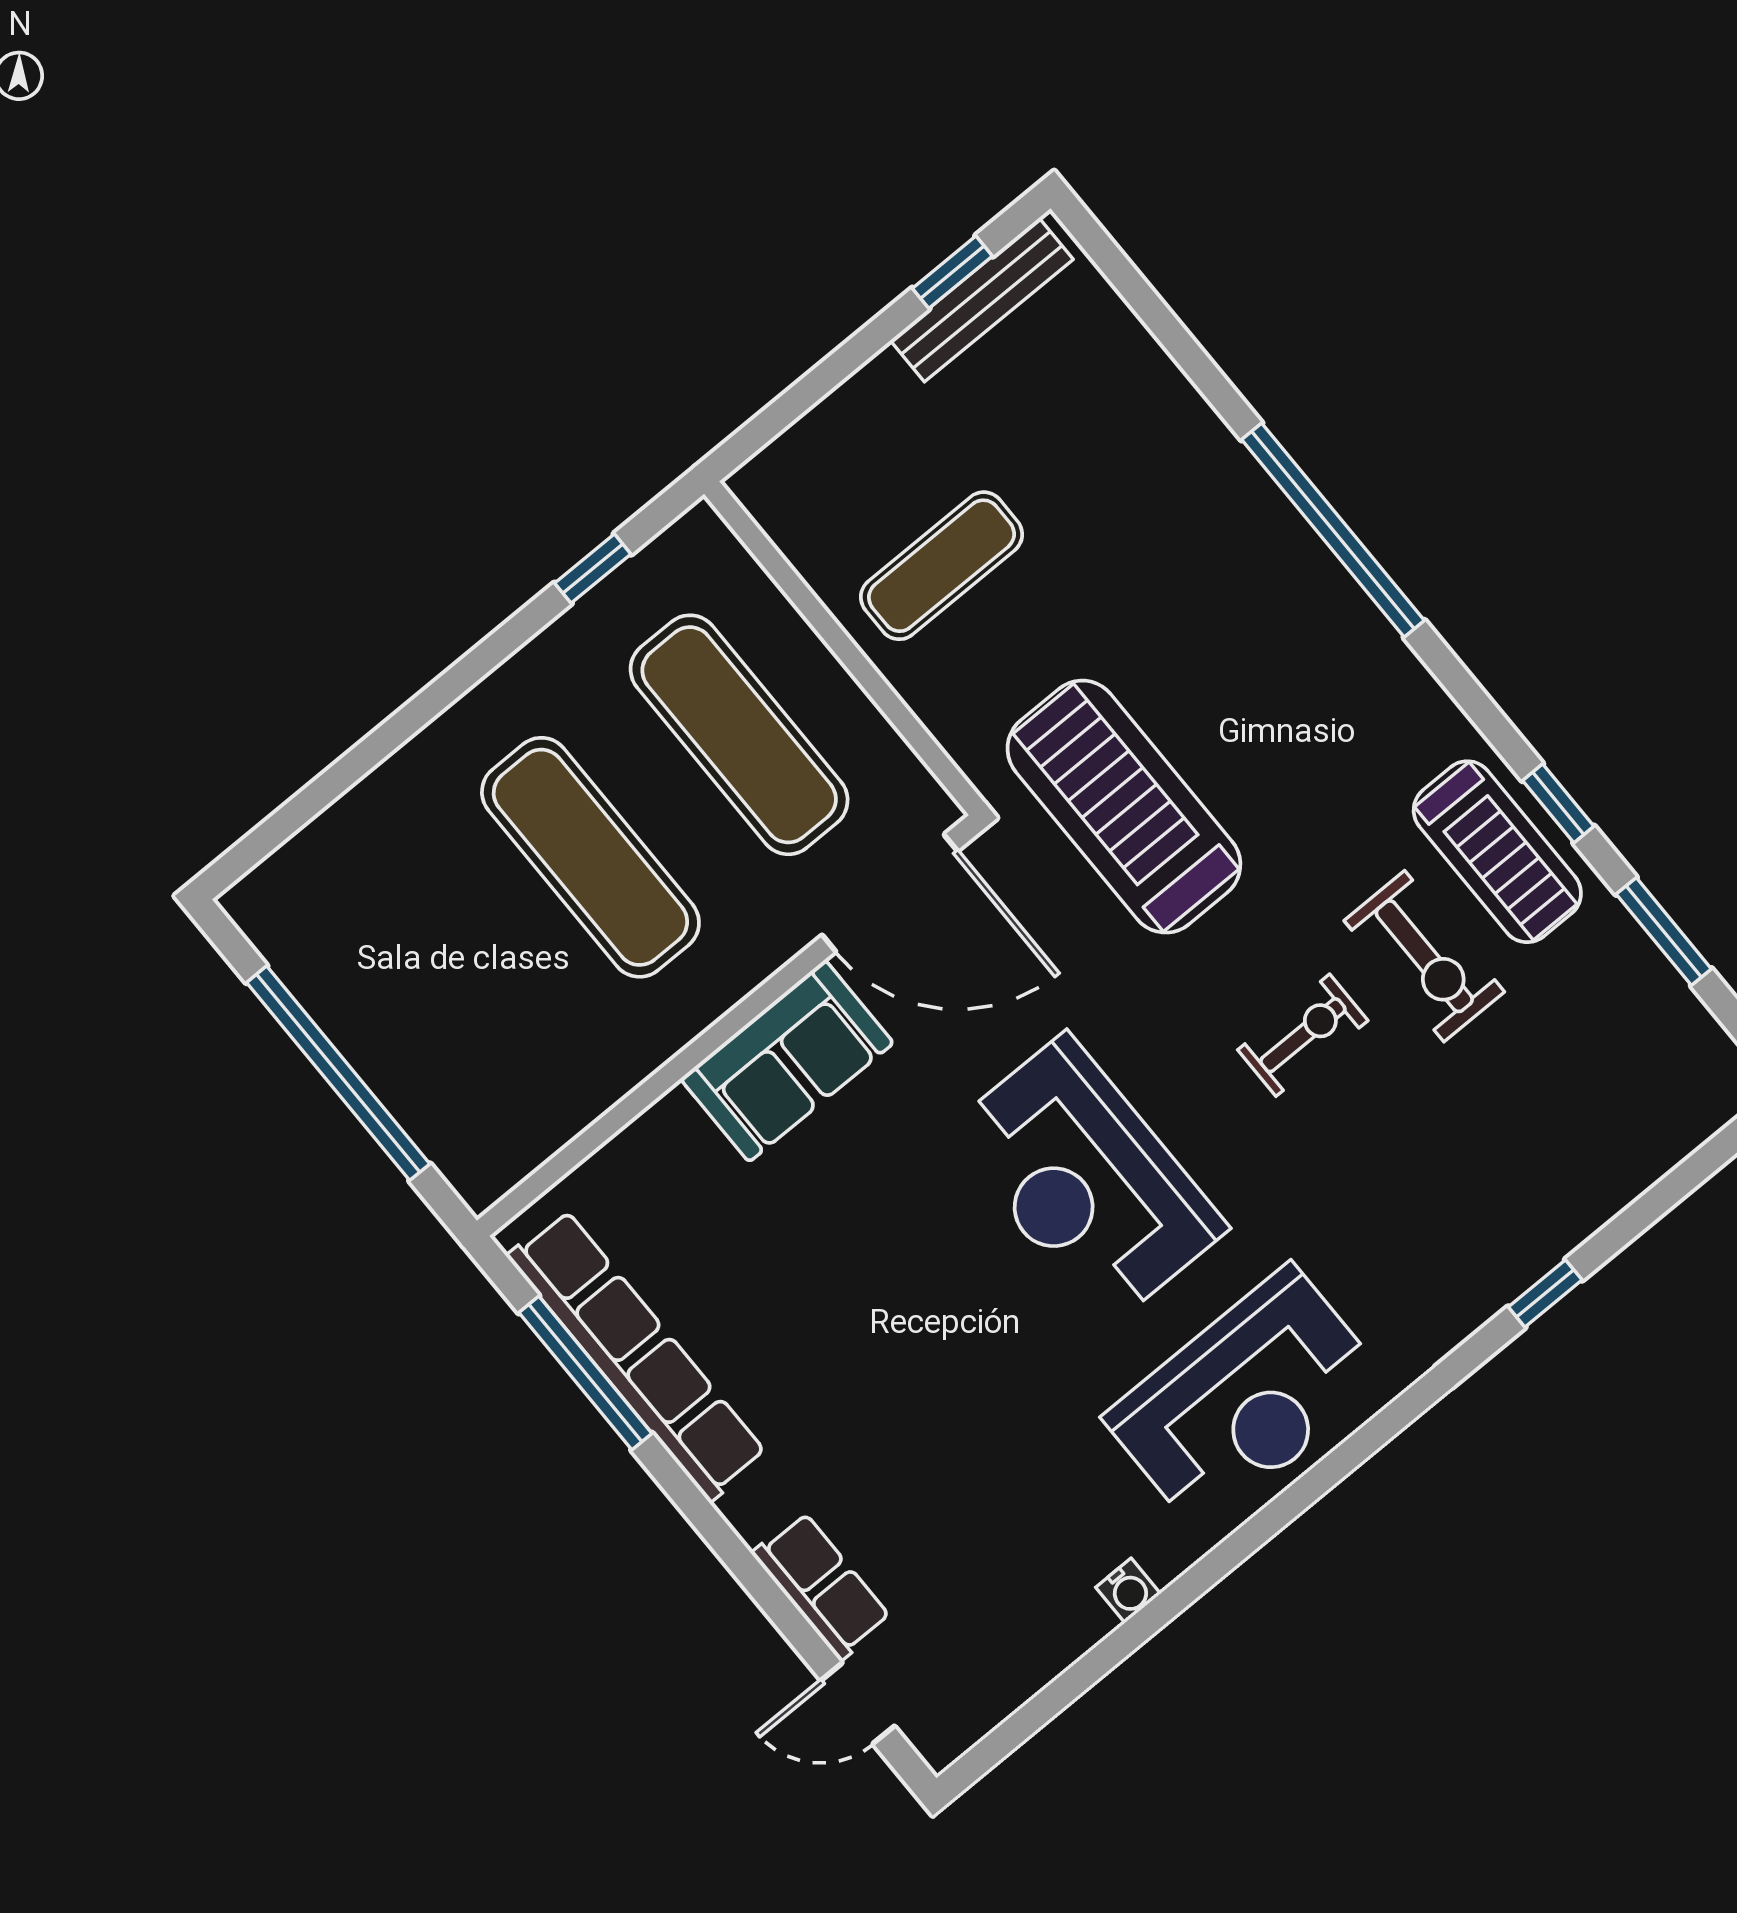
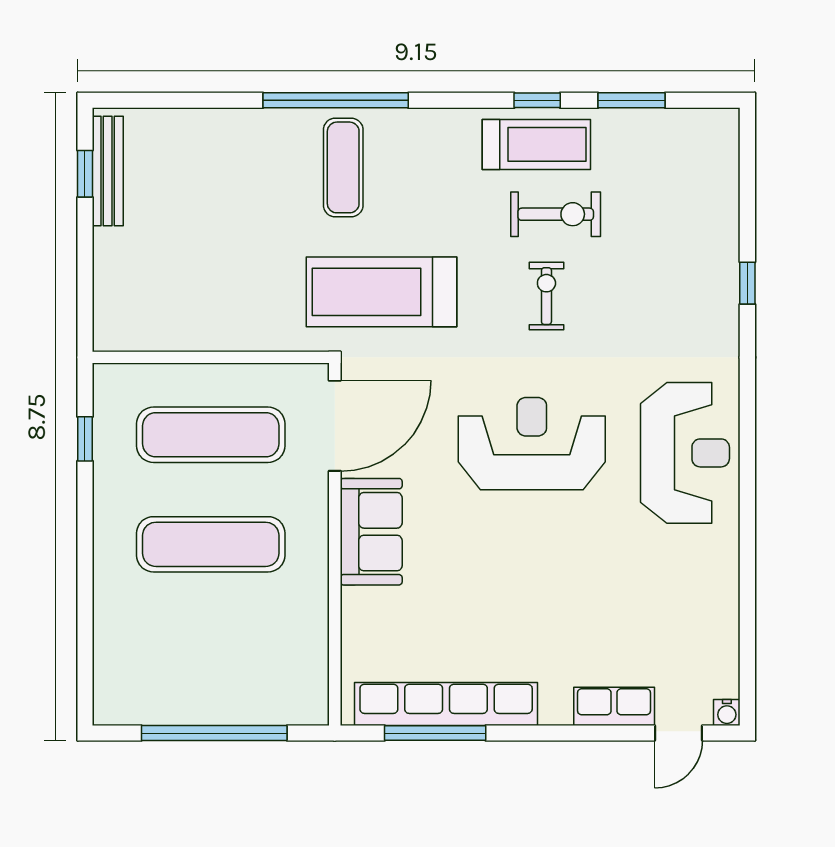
exercise mat: (941, 566) -> (343, 167), moved
reception desk: (1086, 1180) -> (532, 444), turned 180
water cooler: (1128, 1590) -> (727, 713), moved, turned 90

